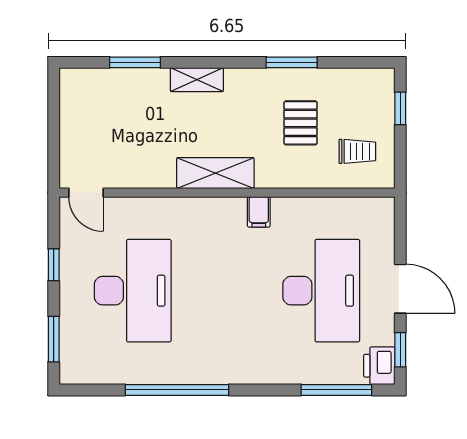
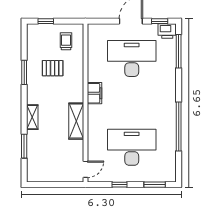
shelving: (215, 173) -> (76, 121), moved
filing cabinet: (259, 212) -> (95, 93), width x2.00

